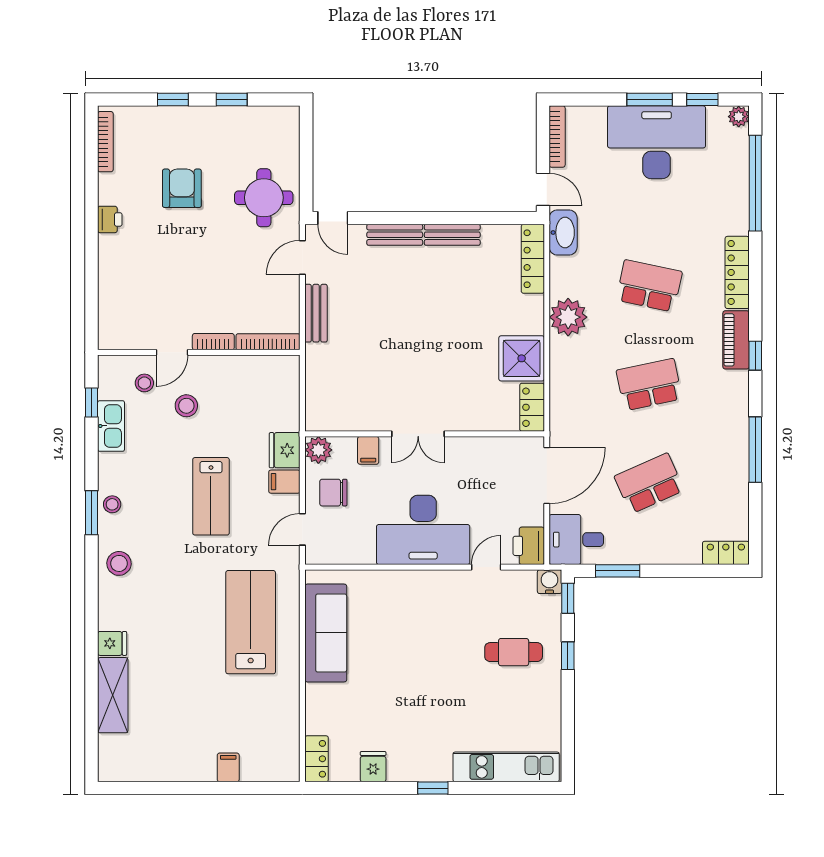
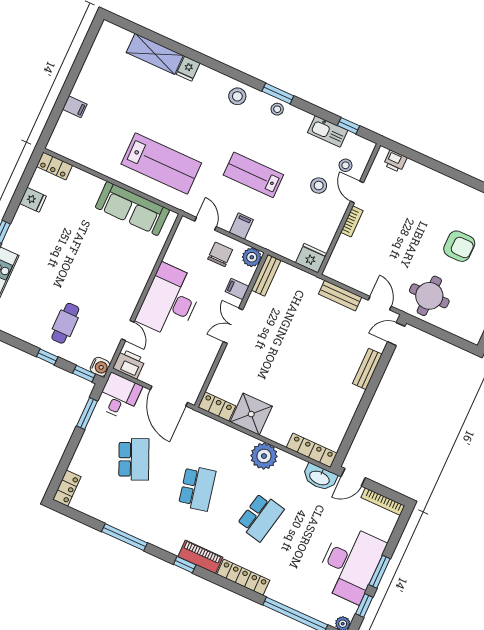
printer: (110, 219) -> (395, 161), moved
bench: (452, 235) -> (266, 275), moved
bookcase: (268, 342) -> (336, 256), removed
fridge: (285, 450) -> (311, 258), moved

